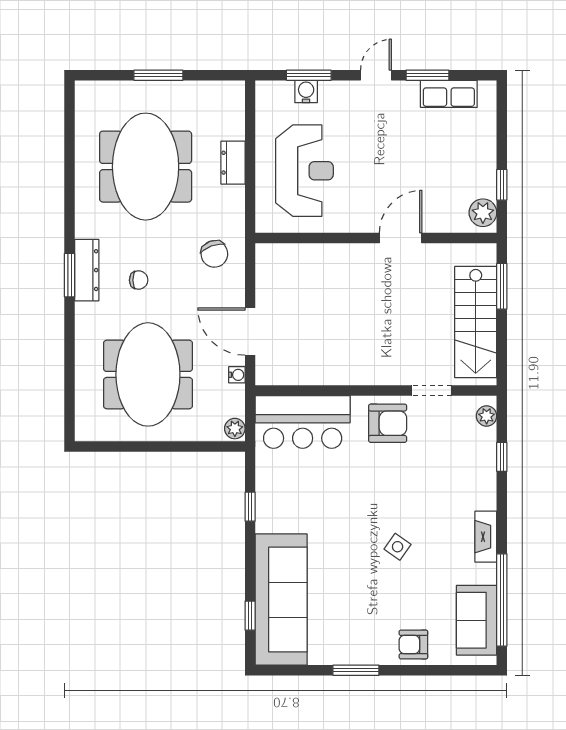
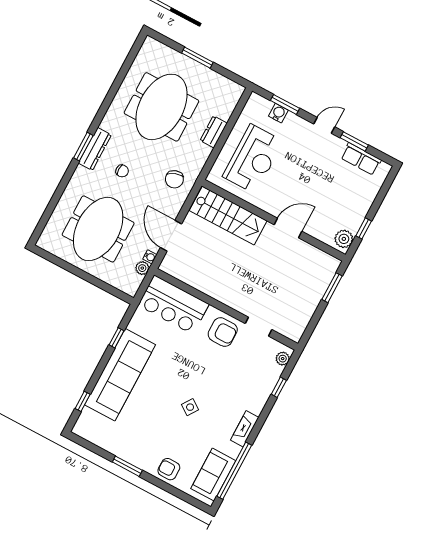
stairs: (476, 322) -> (228, 216), moved, turned -90
plant: (235, 429) -> (142, 268), moved
sofa: (281, 600) -> (120, 375), moved

